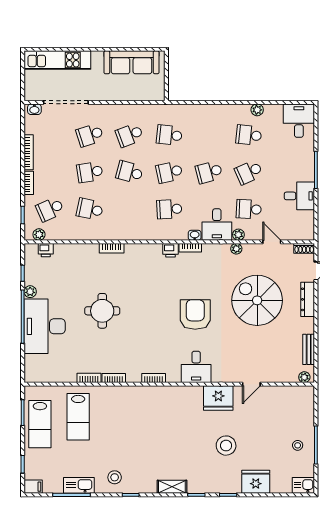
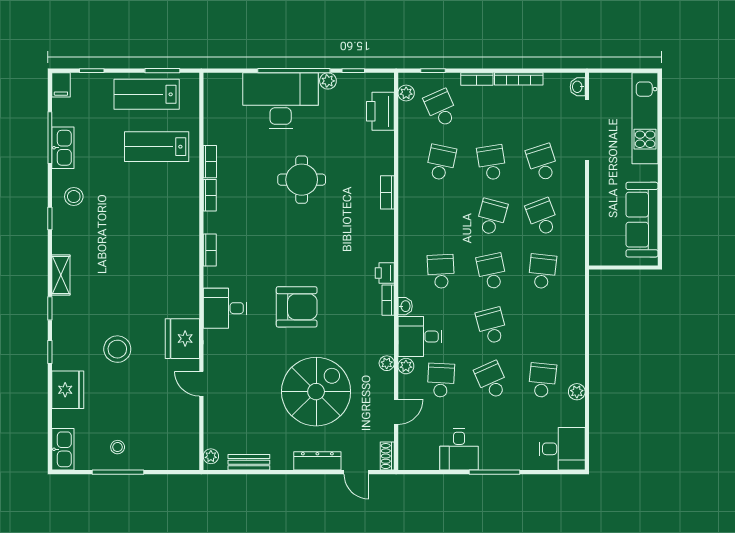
printer: (46, 250) -> (380, 111), width x1.87, depth x1.48
kitchen sink: (303, 485) -> (63, 449), width x1.38

